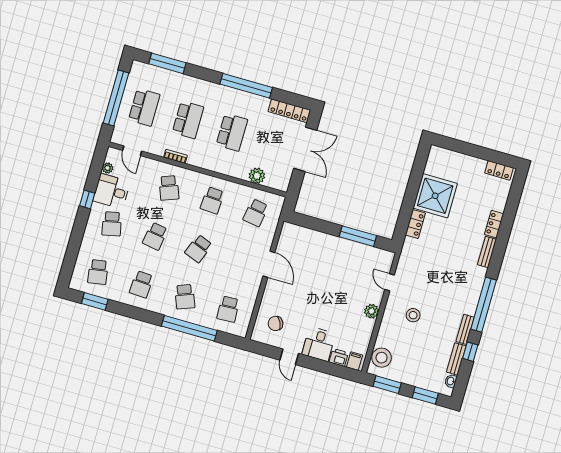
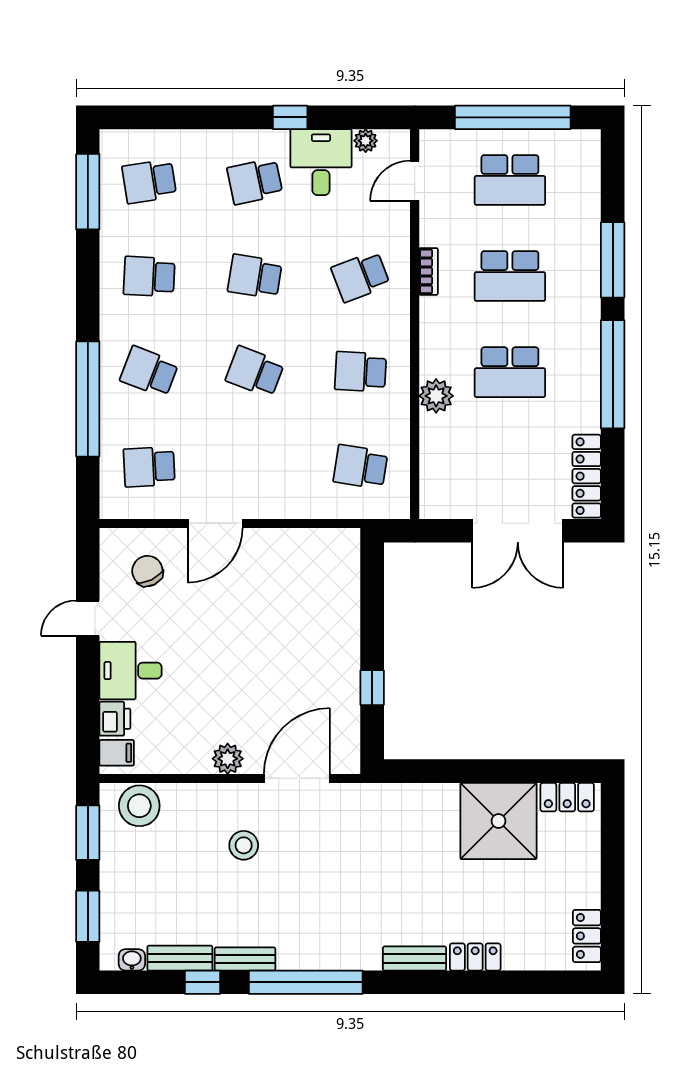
window: (167, 63) -> (613, 260), moved
plant: (257, 176) -> (436, 396), moved
locker: (415, 224) -> (567, 797), moved
window: (358, 236) -> (372, 688), width x0.46
door: (269, 264) -> (215, 523), moved
door: (390, 282) -> (297, 778), width x1.88
school desk: (185, 297) -> (149, 372), turned 42
window: (95, 301) -> (88, 192), width x1.44

